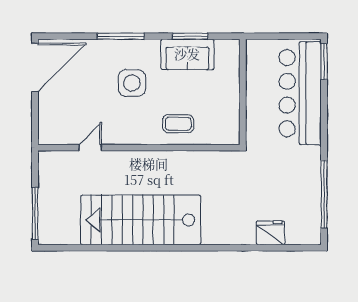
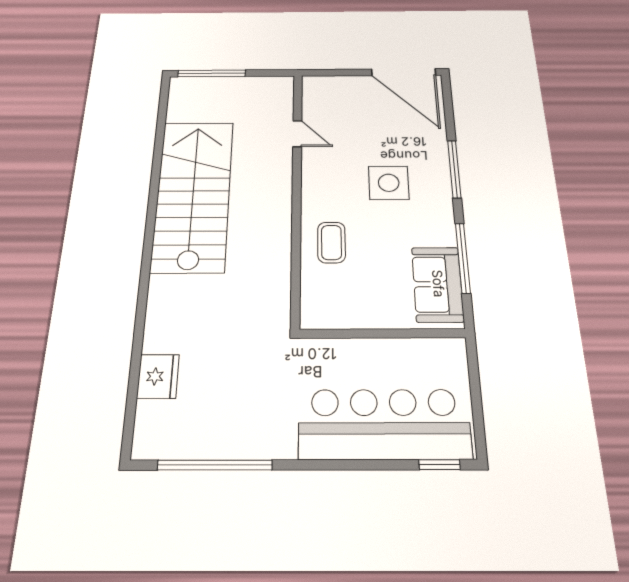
window: (190, 36) -> (463, 258), width x1.44
sofa: (187, 54) -> (438, 284), moved
window: (324, 62) -> (440, 465), width x0.67

